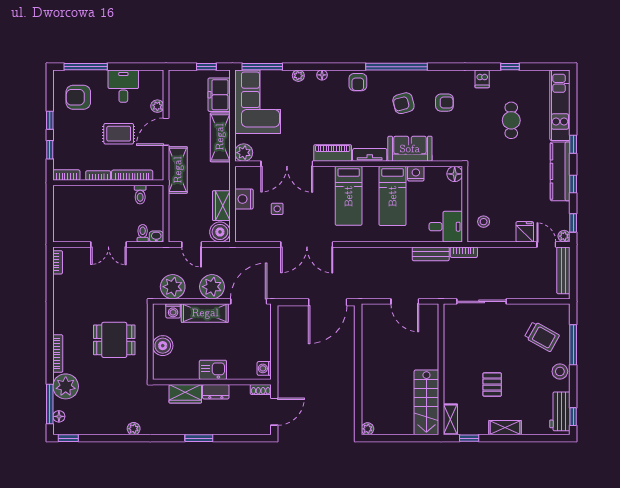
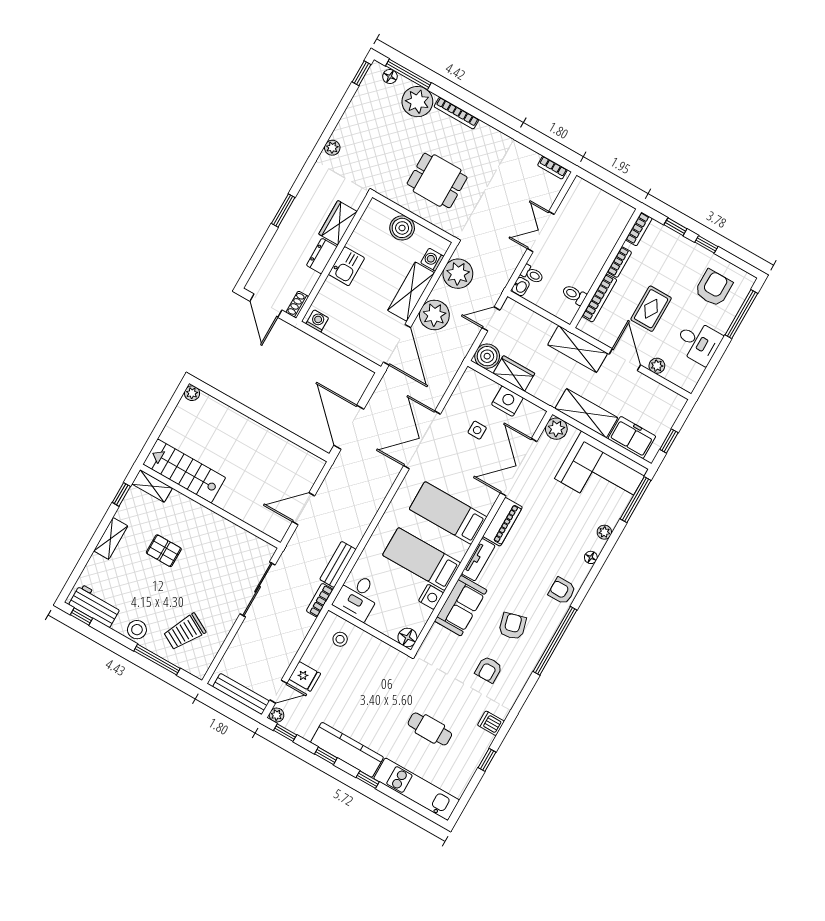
dining table: (114, 340) -> (437, 181), turned 90

